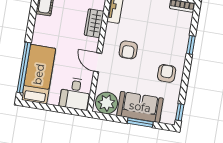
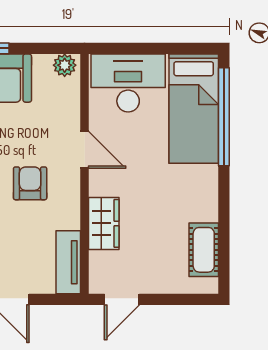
desk: (75, 94) -> (128, 83), width x1.37
plant: (107, 103) -> (65, 65), width x0.53, depth x0.53

